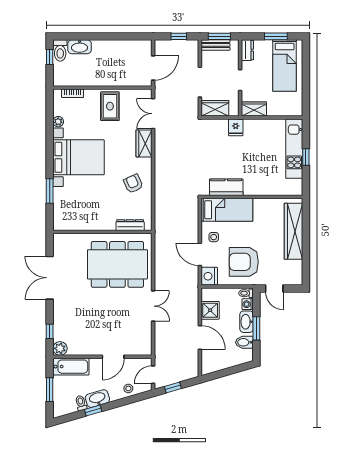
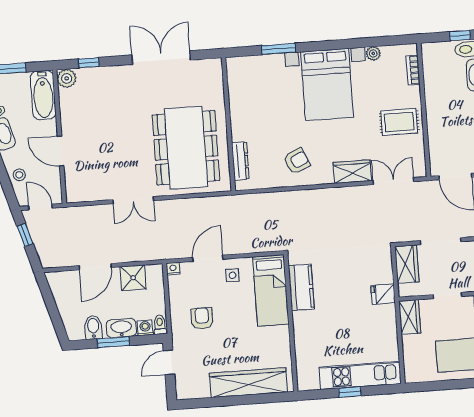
armchair: (244, 262) -> (202, 318), width x0.53, depth x0.53
nightstand: (209, 276) -> (173, 269), width x0.53, depth x0.56

